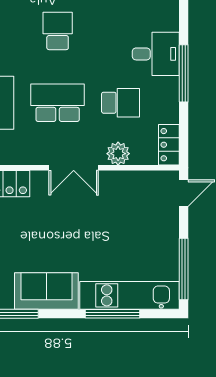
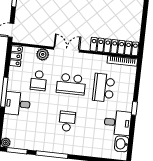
school desk: (58, 31) -> (67, 121), turned 180
school desk: (120, 103) -> (39, 81), turned -90

